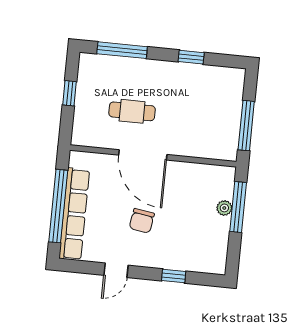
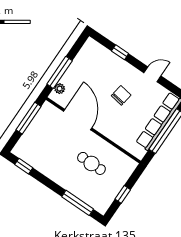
window: (191, 57) -> (24, 166), moved
door: (143, 155) -> (78, 120), moved
plant: (224, 208) -> (60, 89), moved

